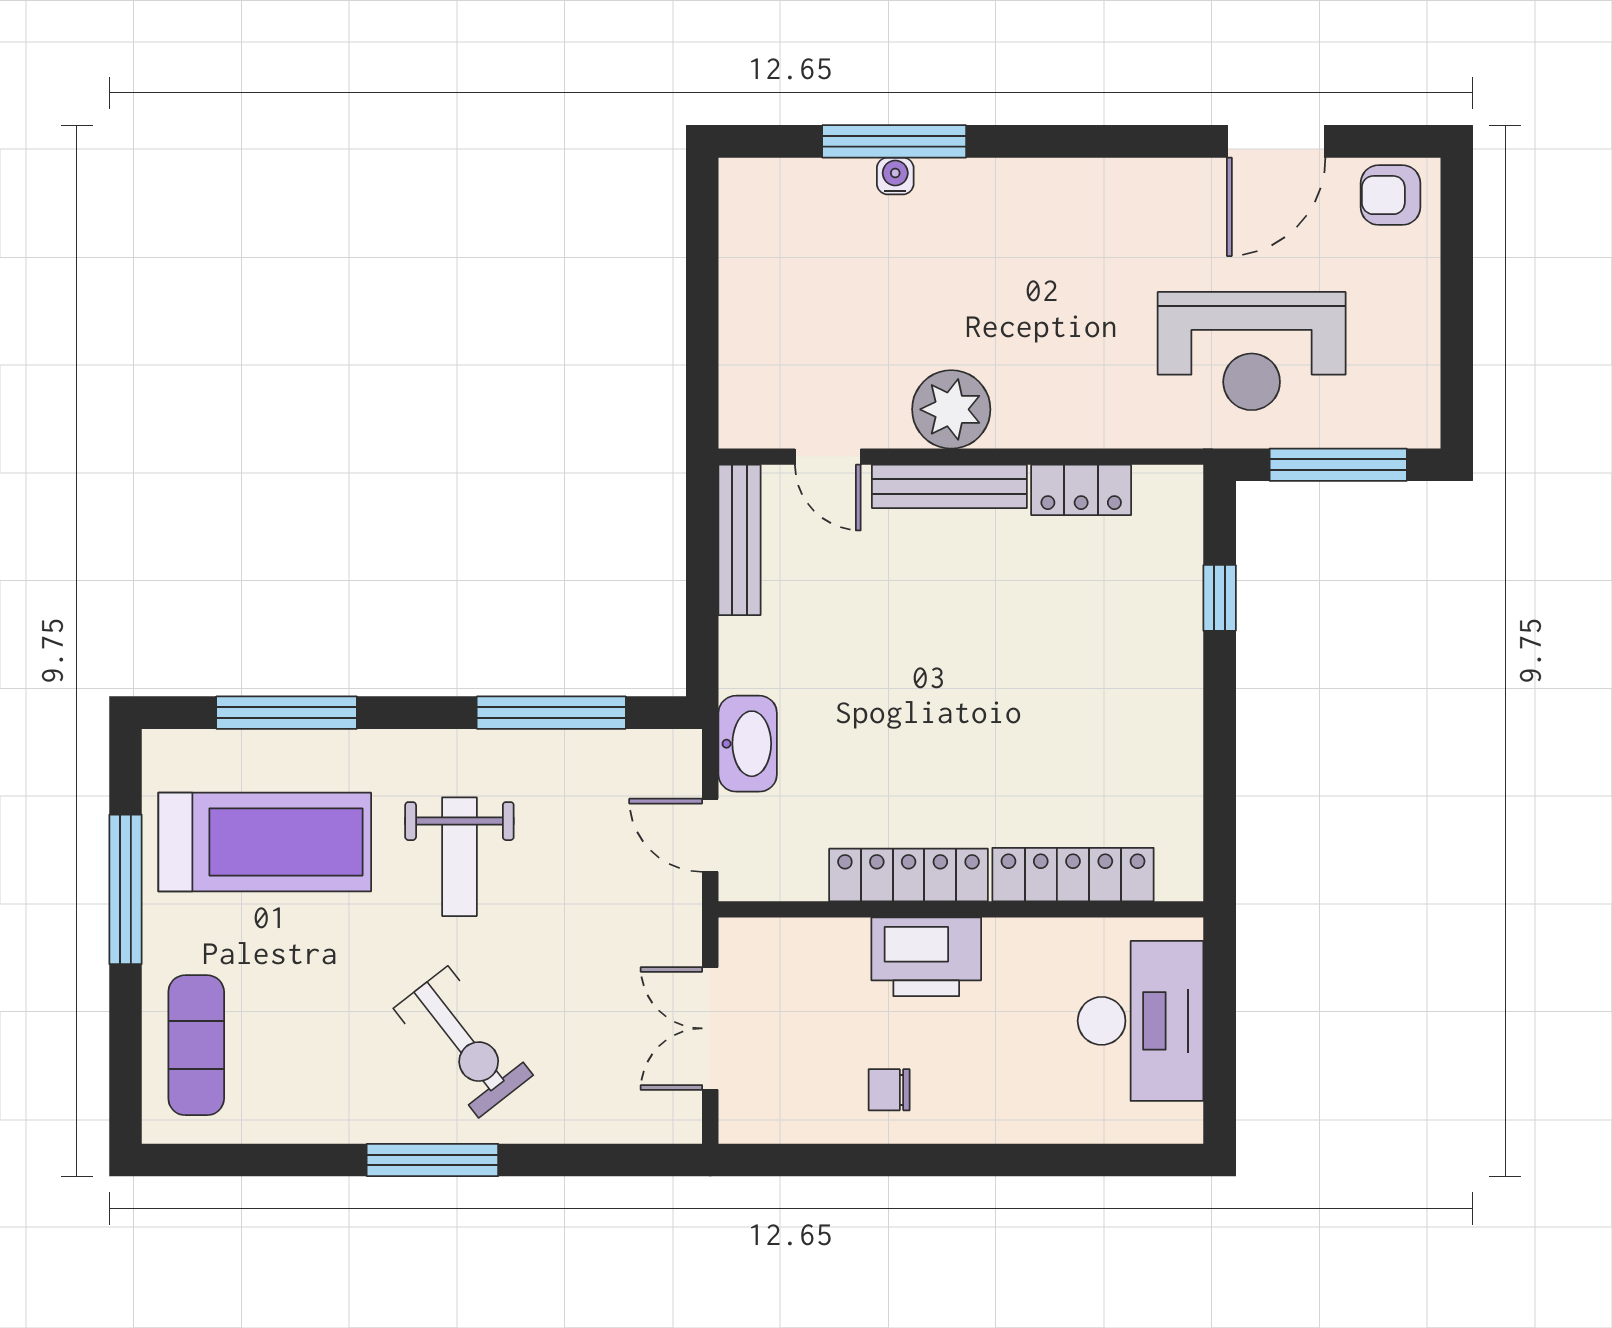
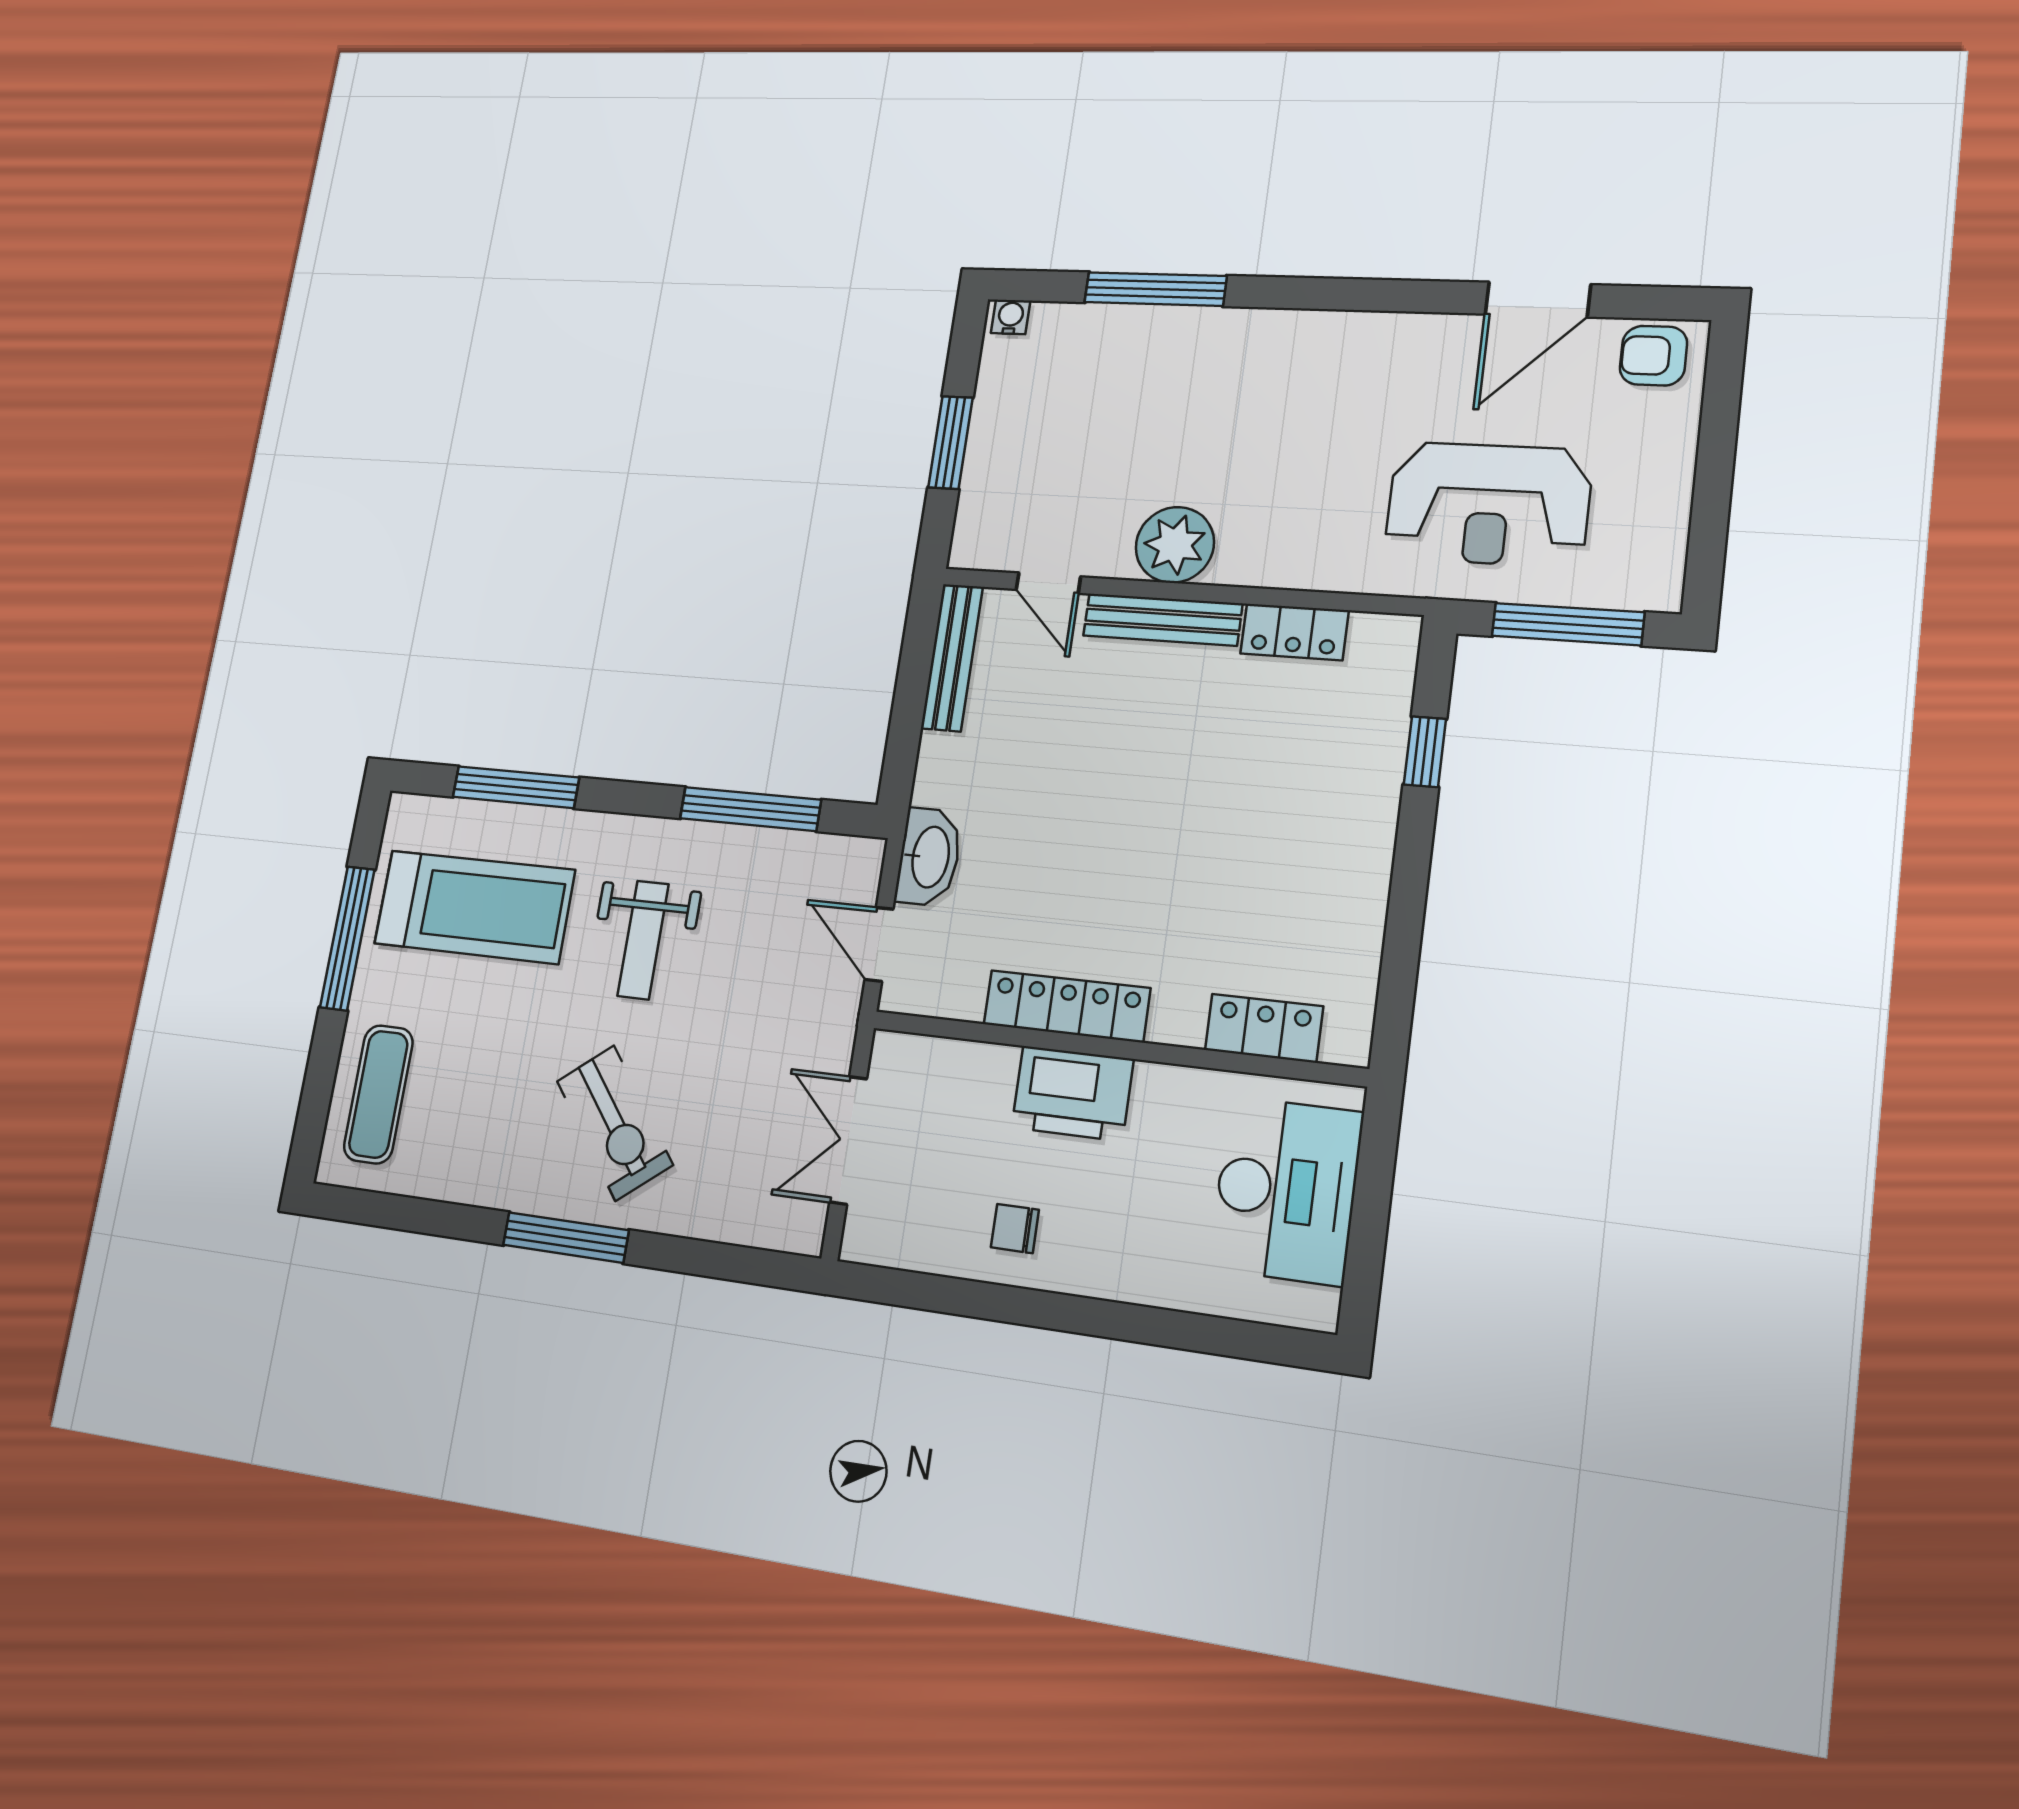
water cooler: (895, 176) -> (1011, 317), moved
window: (702, 314) -> (950, 442), added
locker: (1073, 875) -> (1264, 1028), width x0.66

